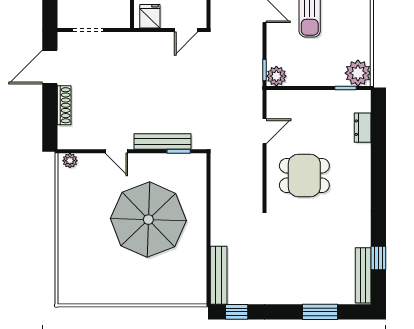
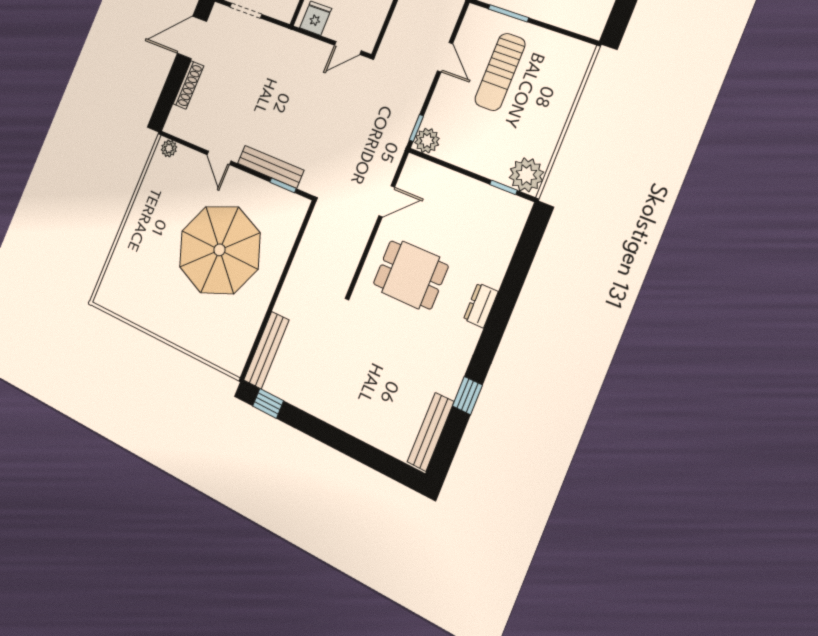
dresser: (363, 128) -> (481, 305), moved
window: (378, 258) -> (467, 396), moved
window: (320, 312) -> (361, 451), removed

